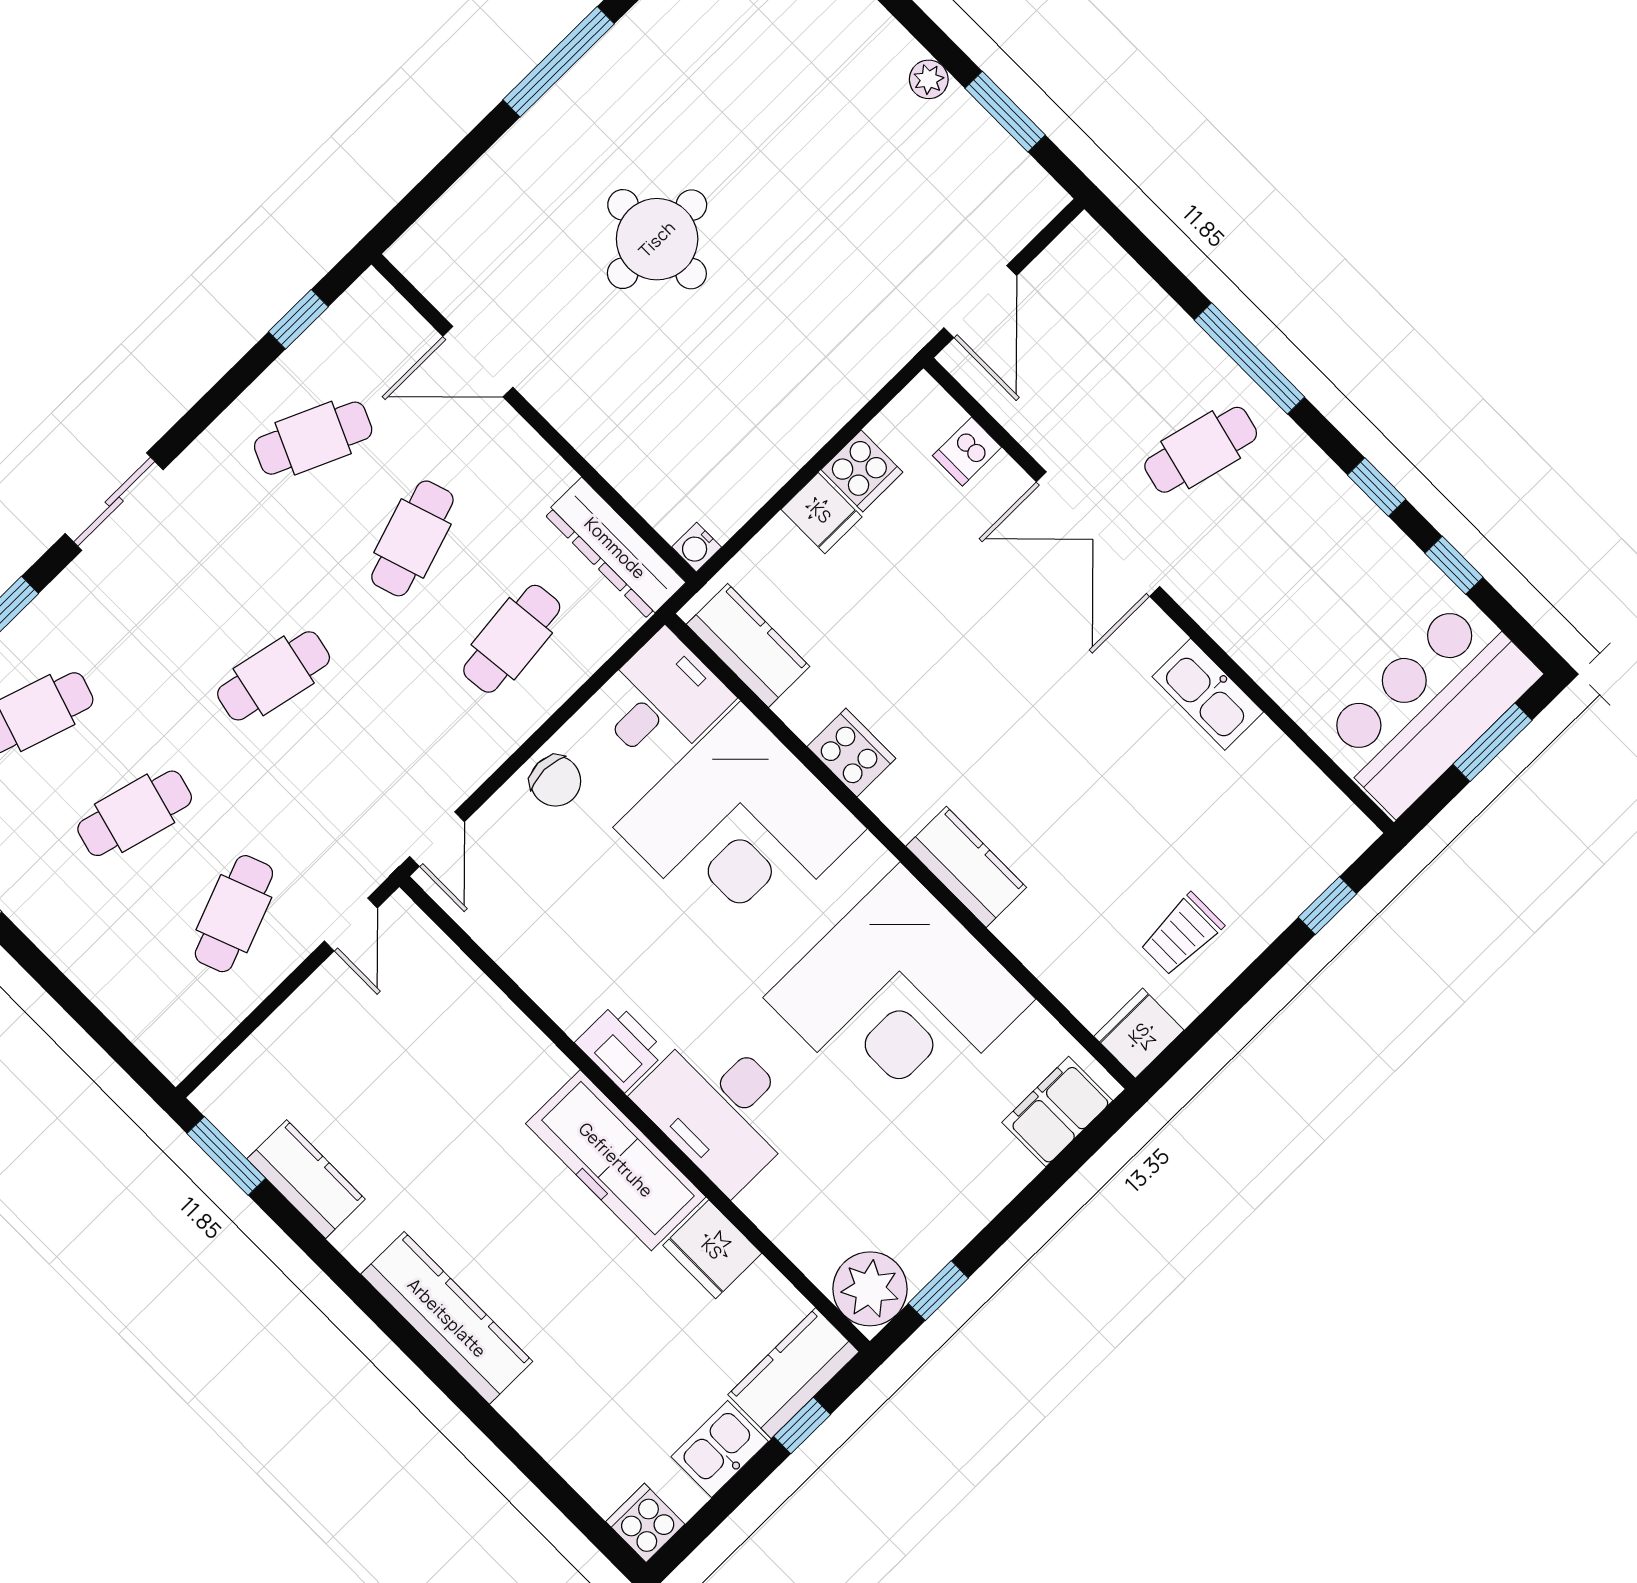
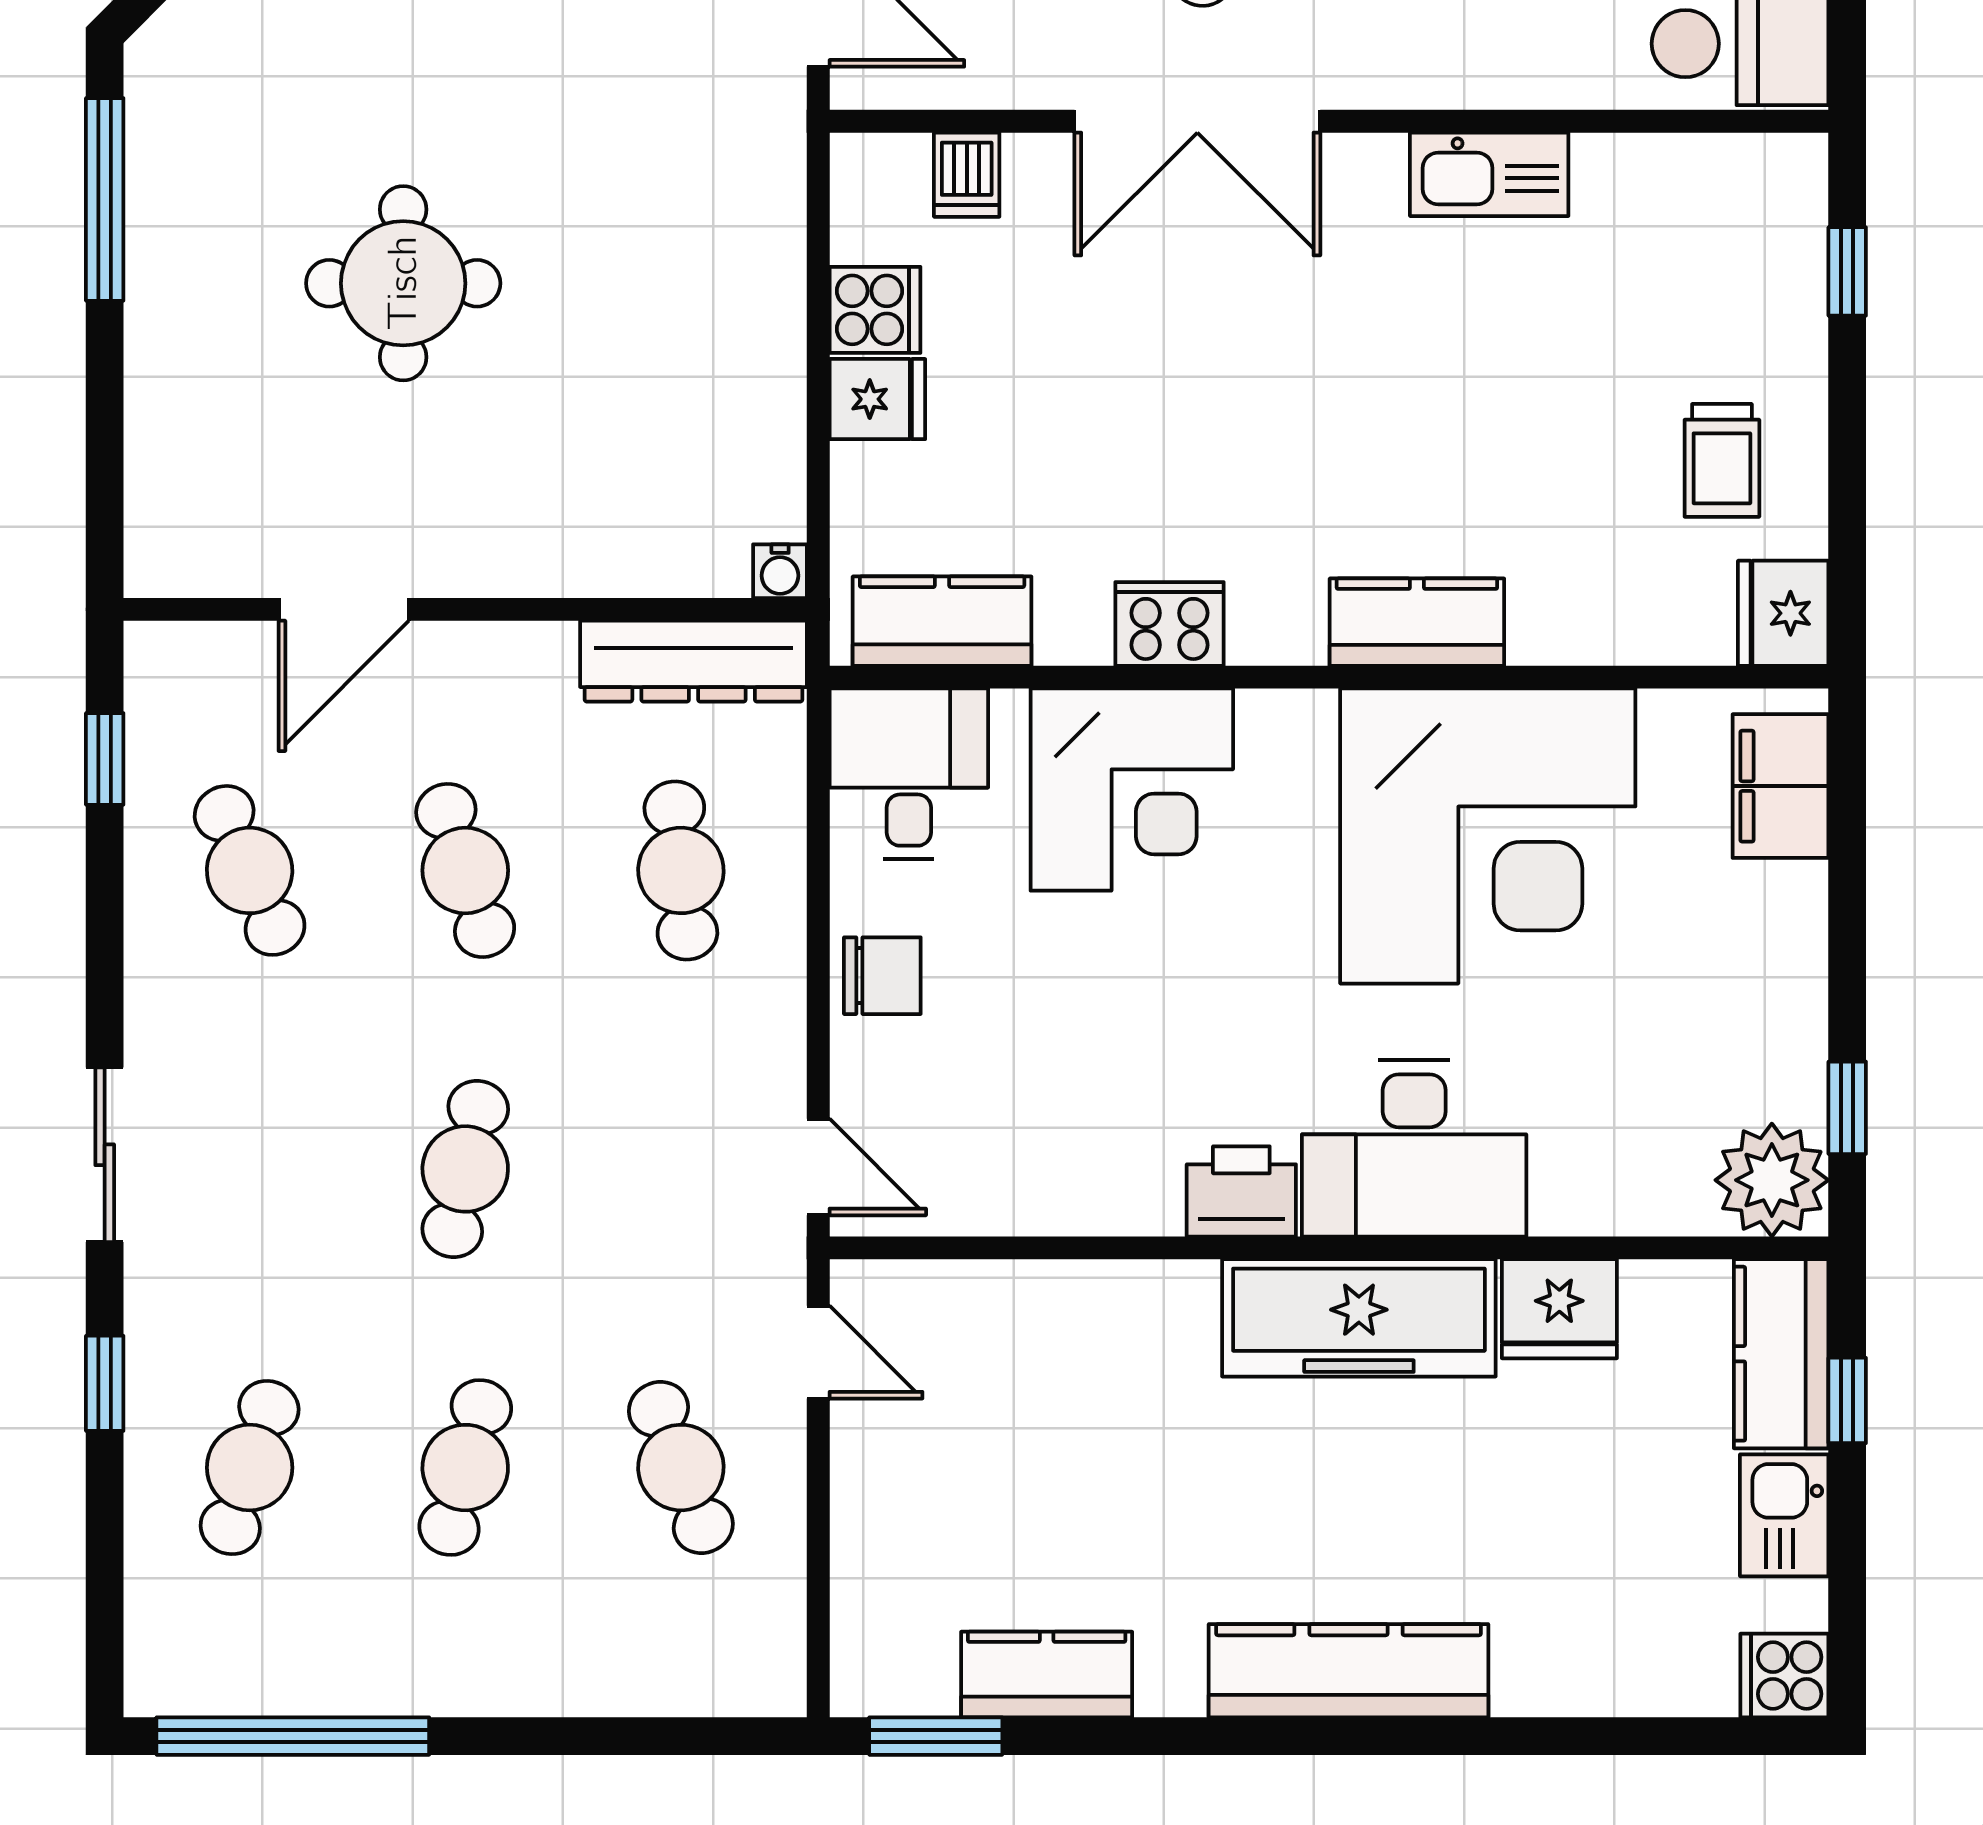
cafe table: (313, 438) -> (250, 870), turned -48
corner desk: (740, 828) -> (1132, 790), width x0.74, depth x0.74

